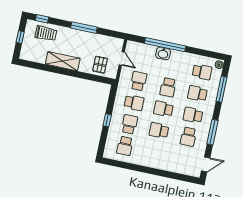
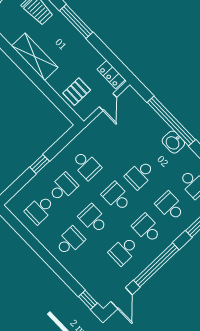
window: (84, 28) -> (76, 21), moved
locker: (113, 42) -> (111, 74), added
washbasin: (163, 53) -> (173, 142), moved
school desk: (139, 81) -> (70, 241), moved
window: (212, 132) -> (156, 265), width x1.46
door: (206, 164) -> (122, 298), hinge flipped
window: (187, 178) -> (88, 300), added

